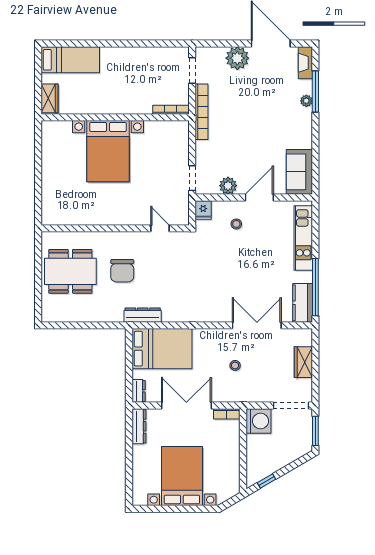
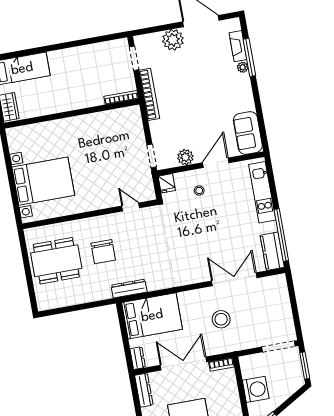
fireplace: (305, 63) -> (238, 46), moved
bed with nightstands: (108, 151) -> (43, 181), moved, turned -90
wardrobe: (303, 362) -> (283, 305), removed
stool: (235, 365) -> (221, 319), width x1.89, depth x1.89
washing machine: (259, 421) -> (256, 389), moved

